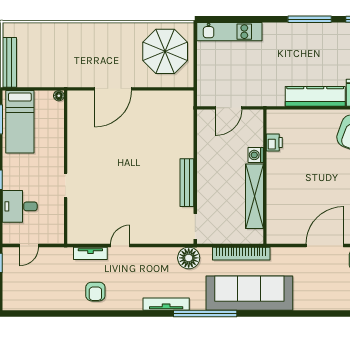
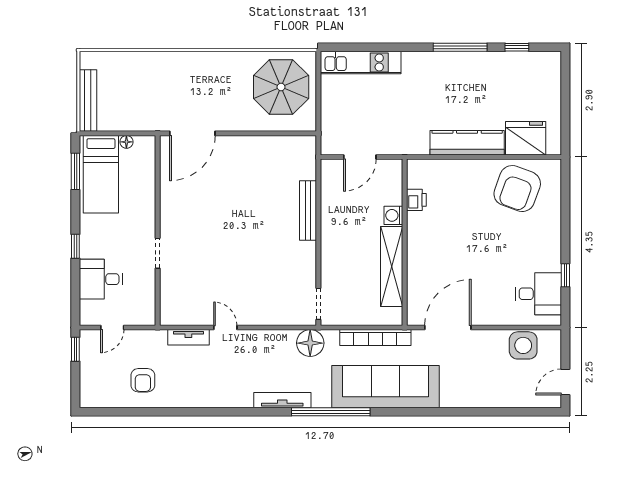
door: (113, 89) -> (192, 133), moved
floor lamp: (59, 96) -> (126, 142), moved
bench: (187, 183) -> (308, 211), moved
door: (120, 245) -> (225, 327), hinge flipped
door: (325, 245) -> (448, 327), moved
armchair: (95, 292) -> (143, 380), moved

